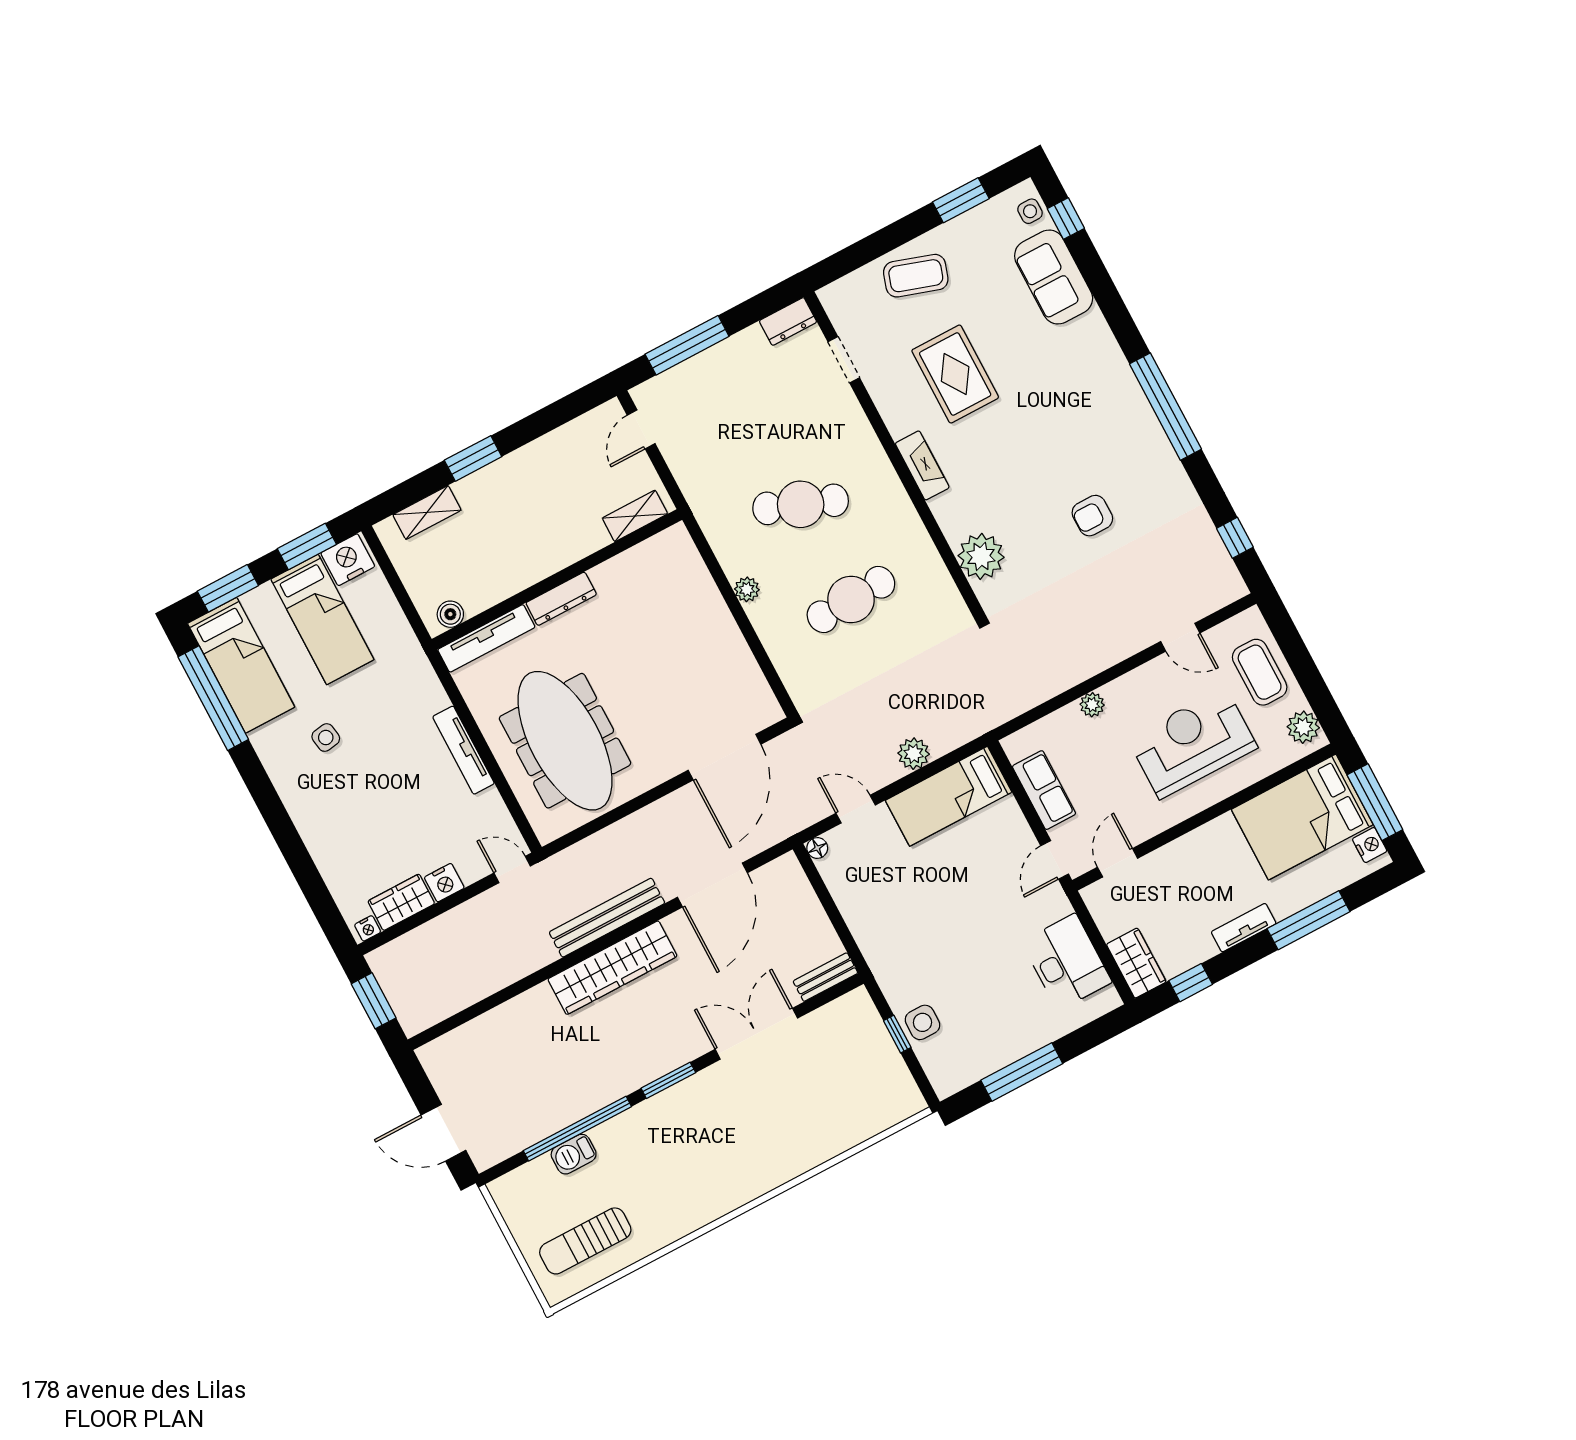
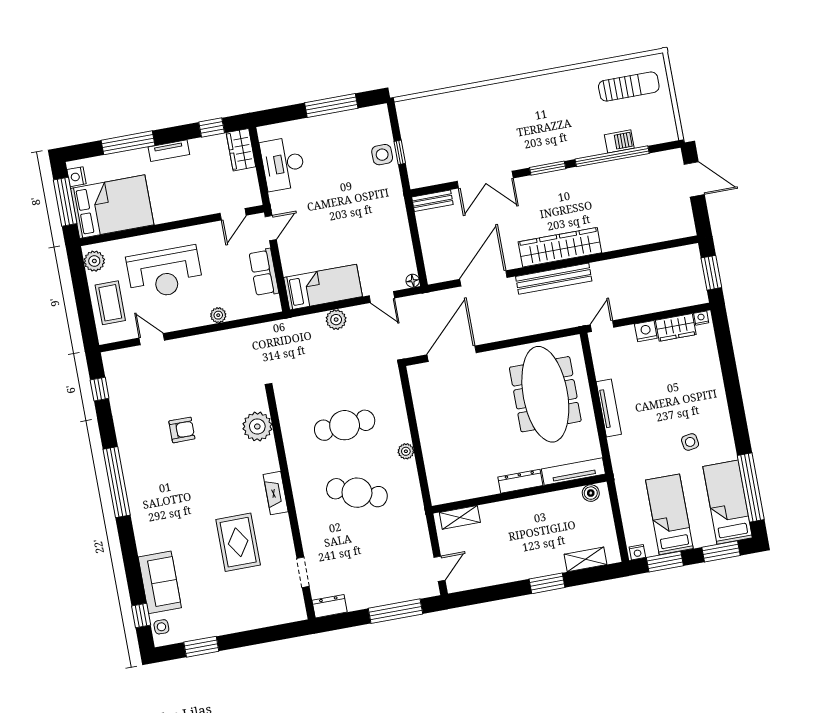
coffee table: (916, 276) -> (243, 610), removed
nightstand: (348, 560) -> (637, 552), width x0.53, depth x0.56
door: (512, 870) -> (602, 326), swing flipped

